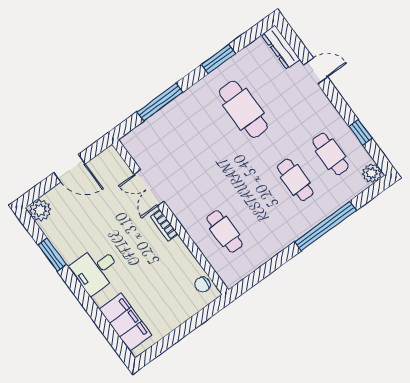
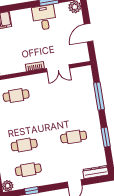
cafe table: (243, 109) -> (74, 137), width x0.73, depth x0.74
double door: (149, 188) -> (58, 68), swing flipped
desk: (96, 270) -> (44, 18), moved

